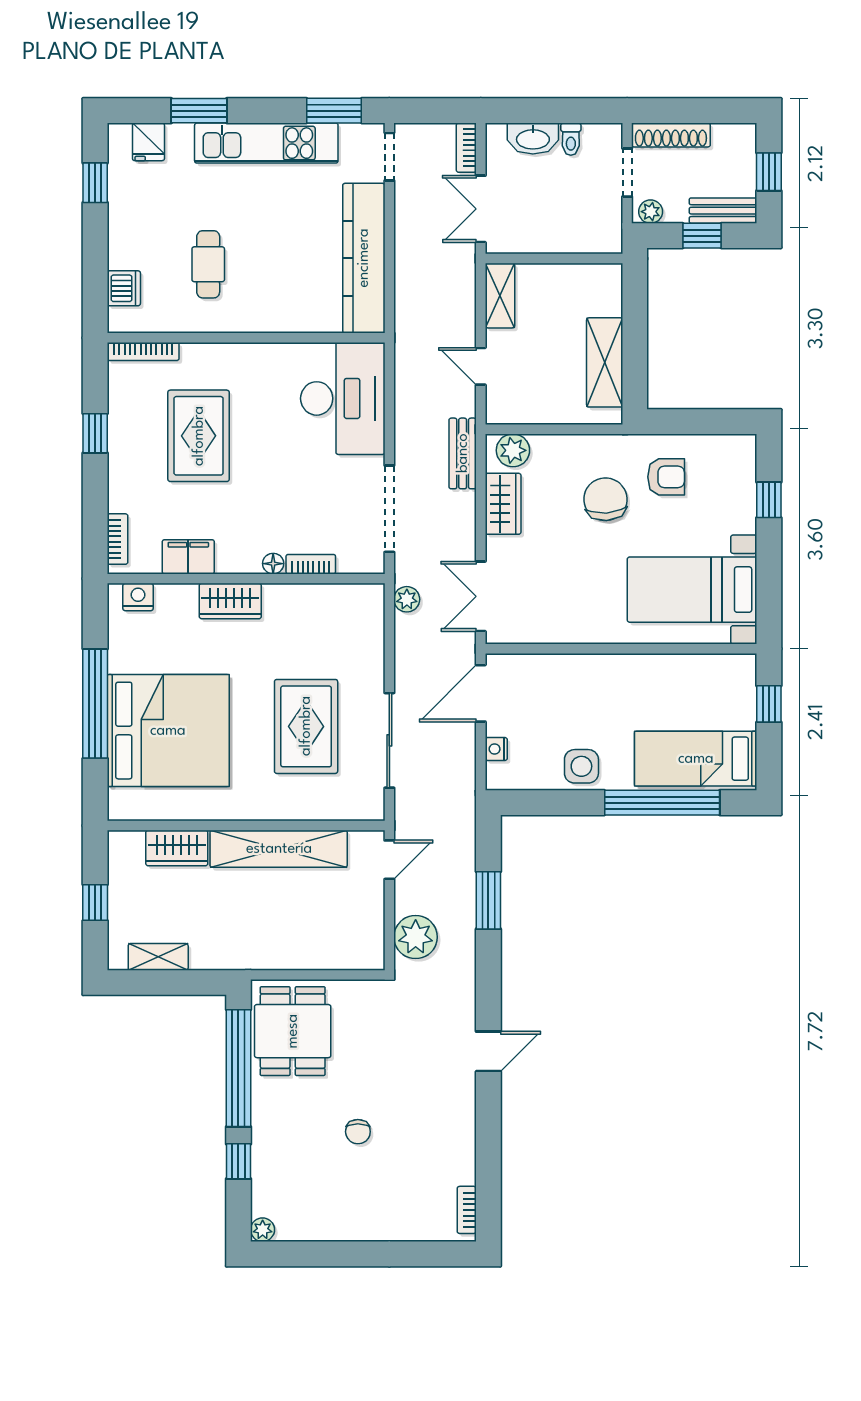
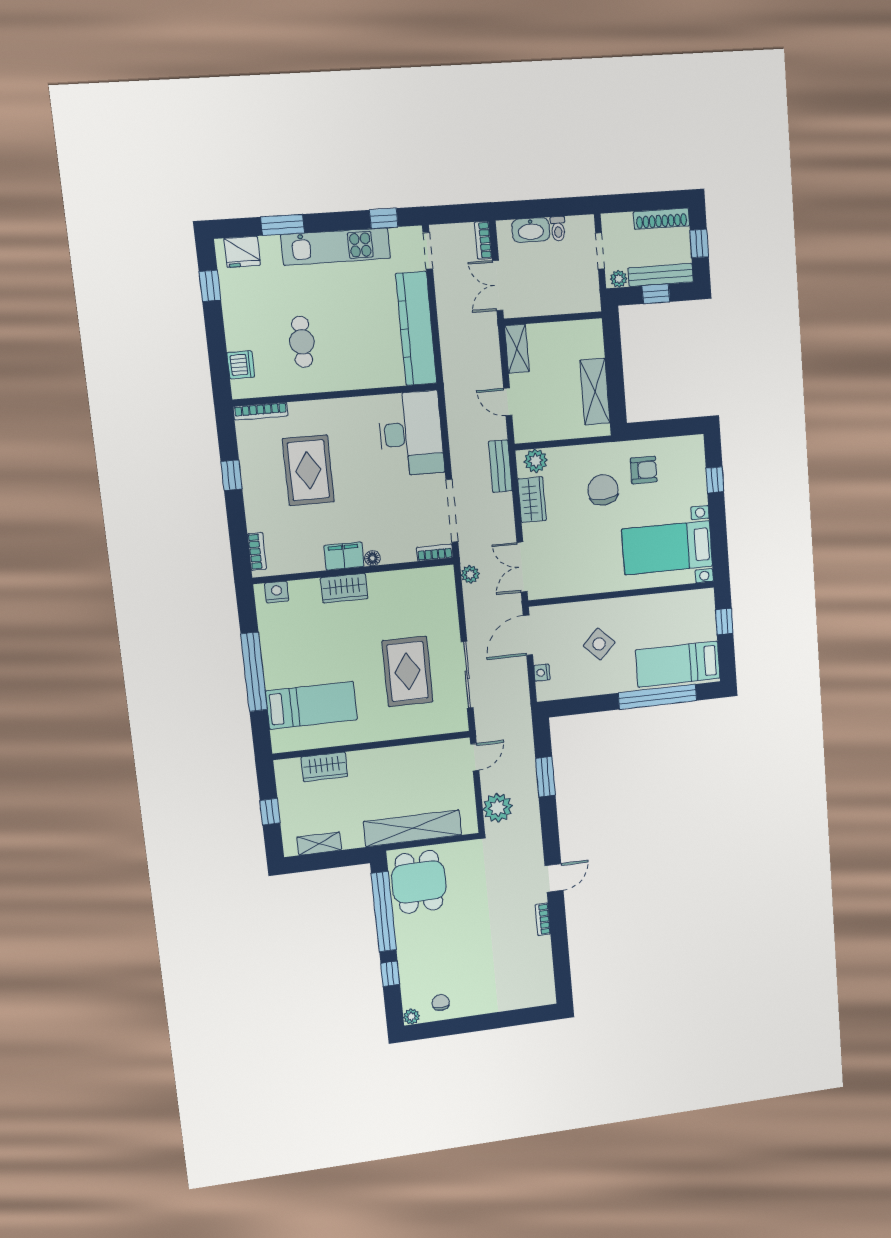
window: (334, 111) -> (384, 218), width x0.67
shoe rack: (671, 135) -> (662, 219), moved
fridge: (148, 142) -> (242, 252), width x1.38
bench: (723, 211) -> (661, 275), width x1.36
filing cabinet: (188, 557) -> (344, 556), moved
bookcase: (311, 564) -> (435, 553), moved
bed: (168, 731) -> (311, 705), width x0.49
side table: (581, 766) -> (599, 644), moved, turned 45
shelving: (279, 849) -> (413, 828), moved
chair: (358, 1132) -> (441, 1003), moved, turned 180
bookcase: (467, 1210) -> (543, 919), moved

